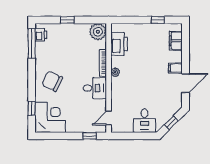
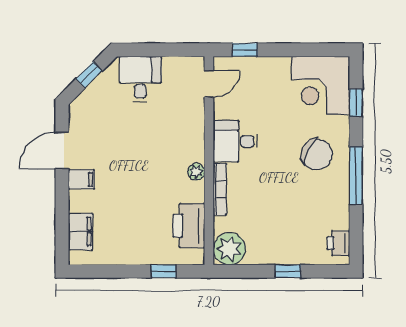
window: (158, 20) -> (164, 271), moved
window: (32, 43) -> (356, 175), moved

